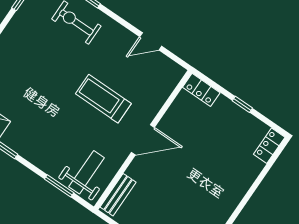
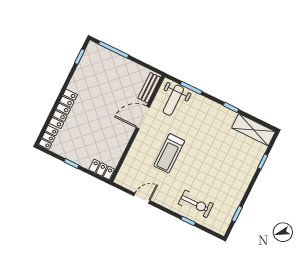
treadmill: (103, 99) -> (169, 153), turned 90
door: (143, 140) -> (143, 117), moved
locker: (242, 183) -> (63, 109), added

